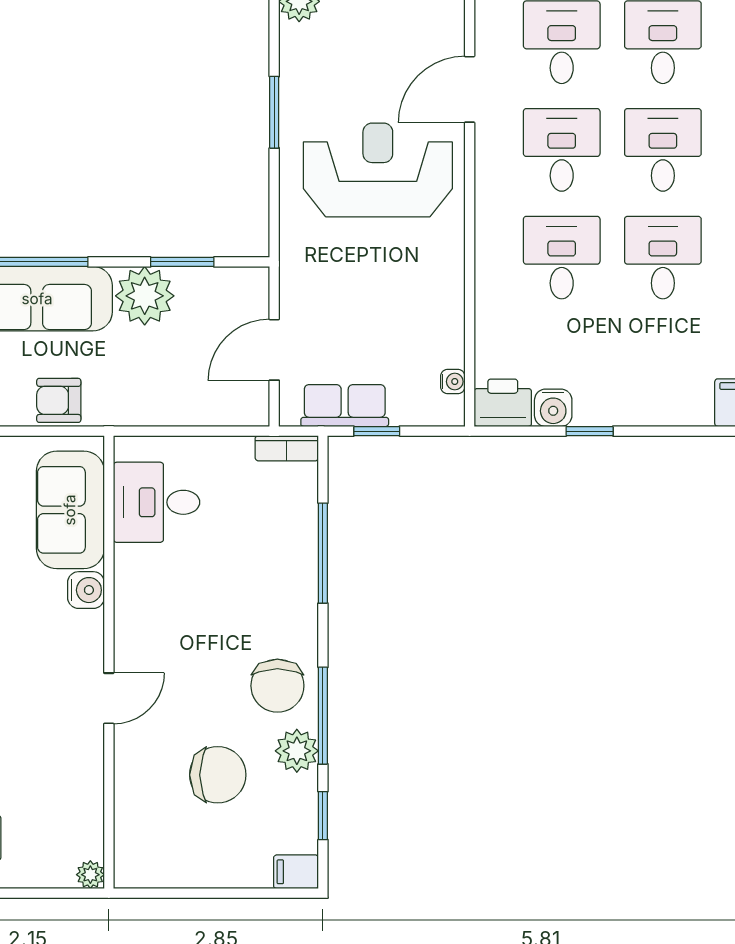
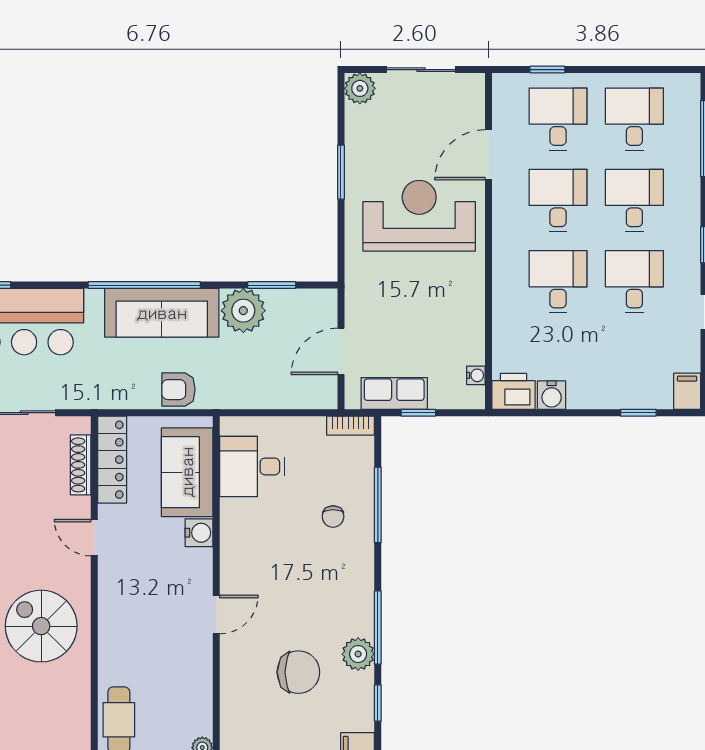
window: (590, 431) -> (638, 413), moved
chair: (277, 686) -> (333, 517), moved, width x0.54, depth x0.54

